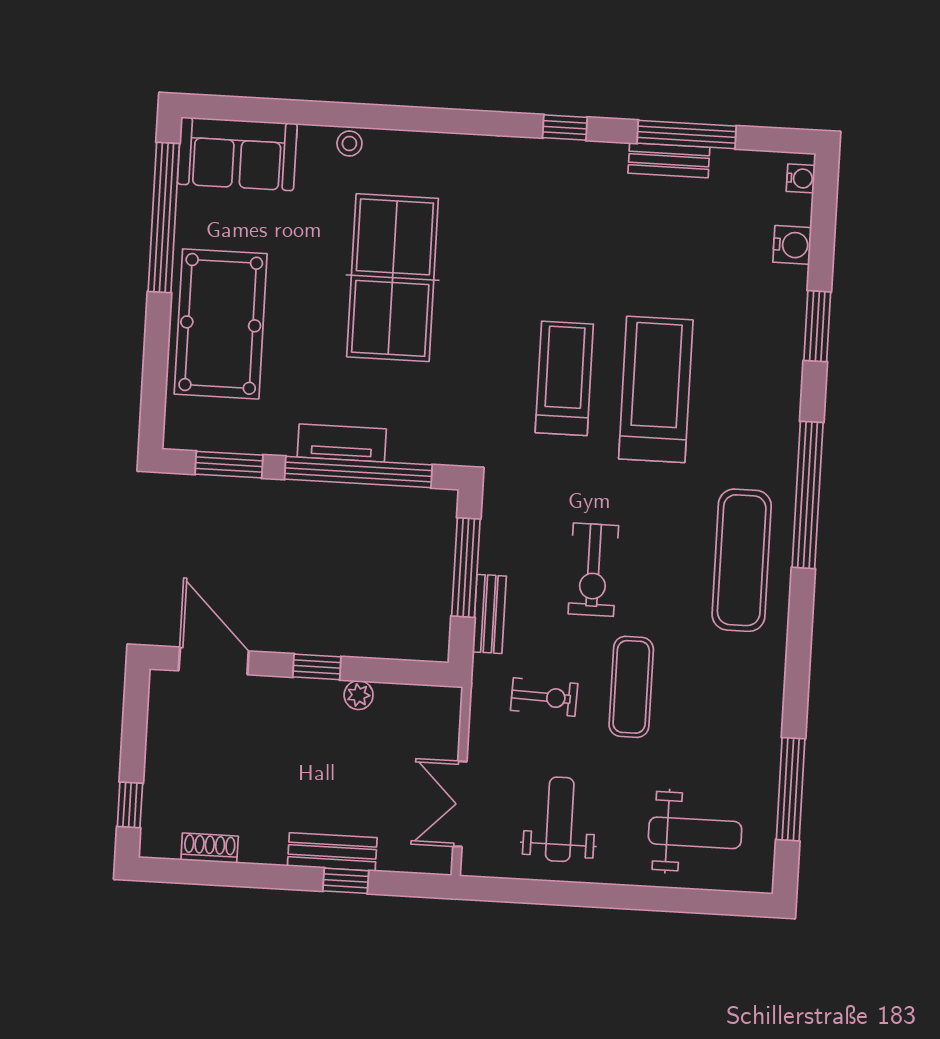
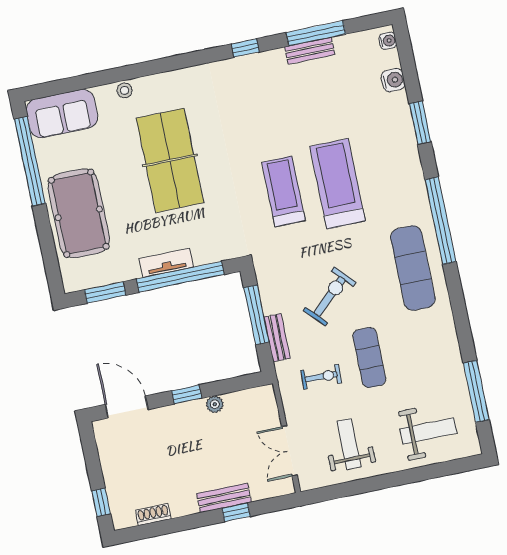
exercise bike: (593, 570) -> (330, 296), turned -133

